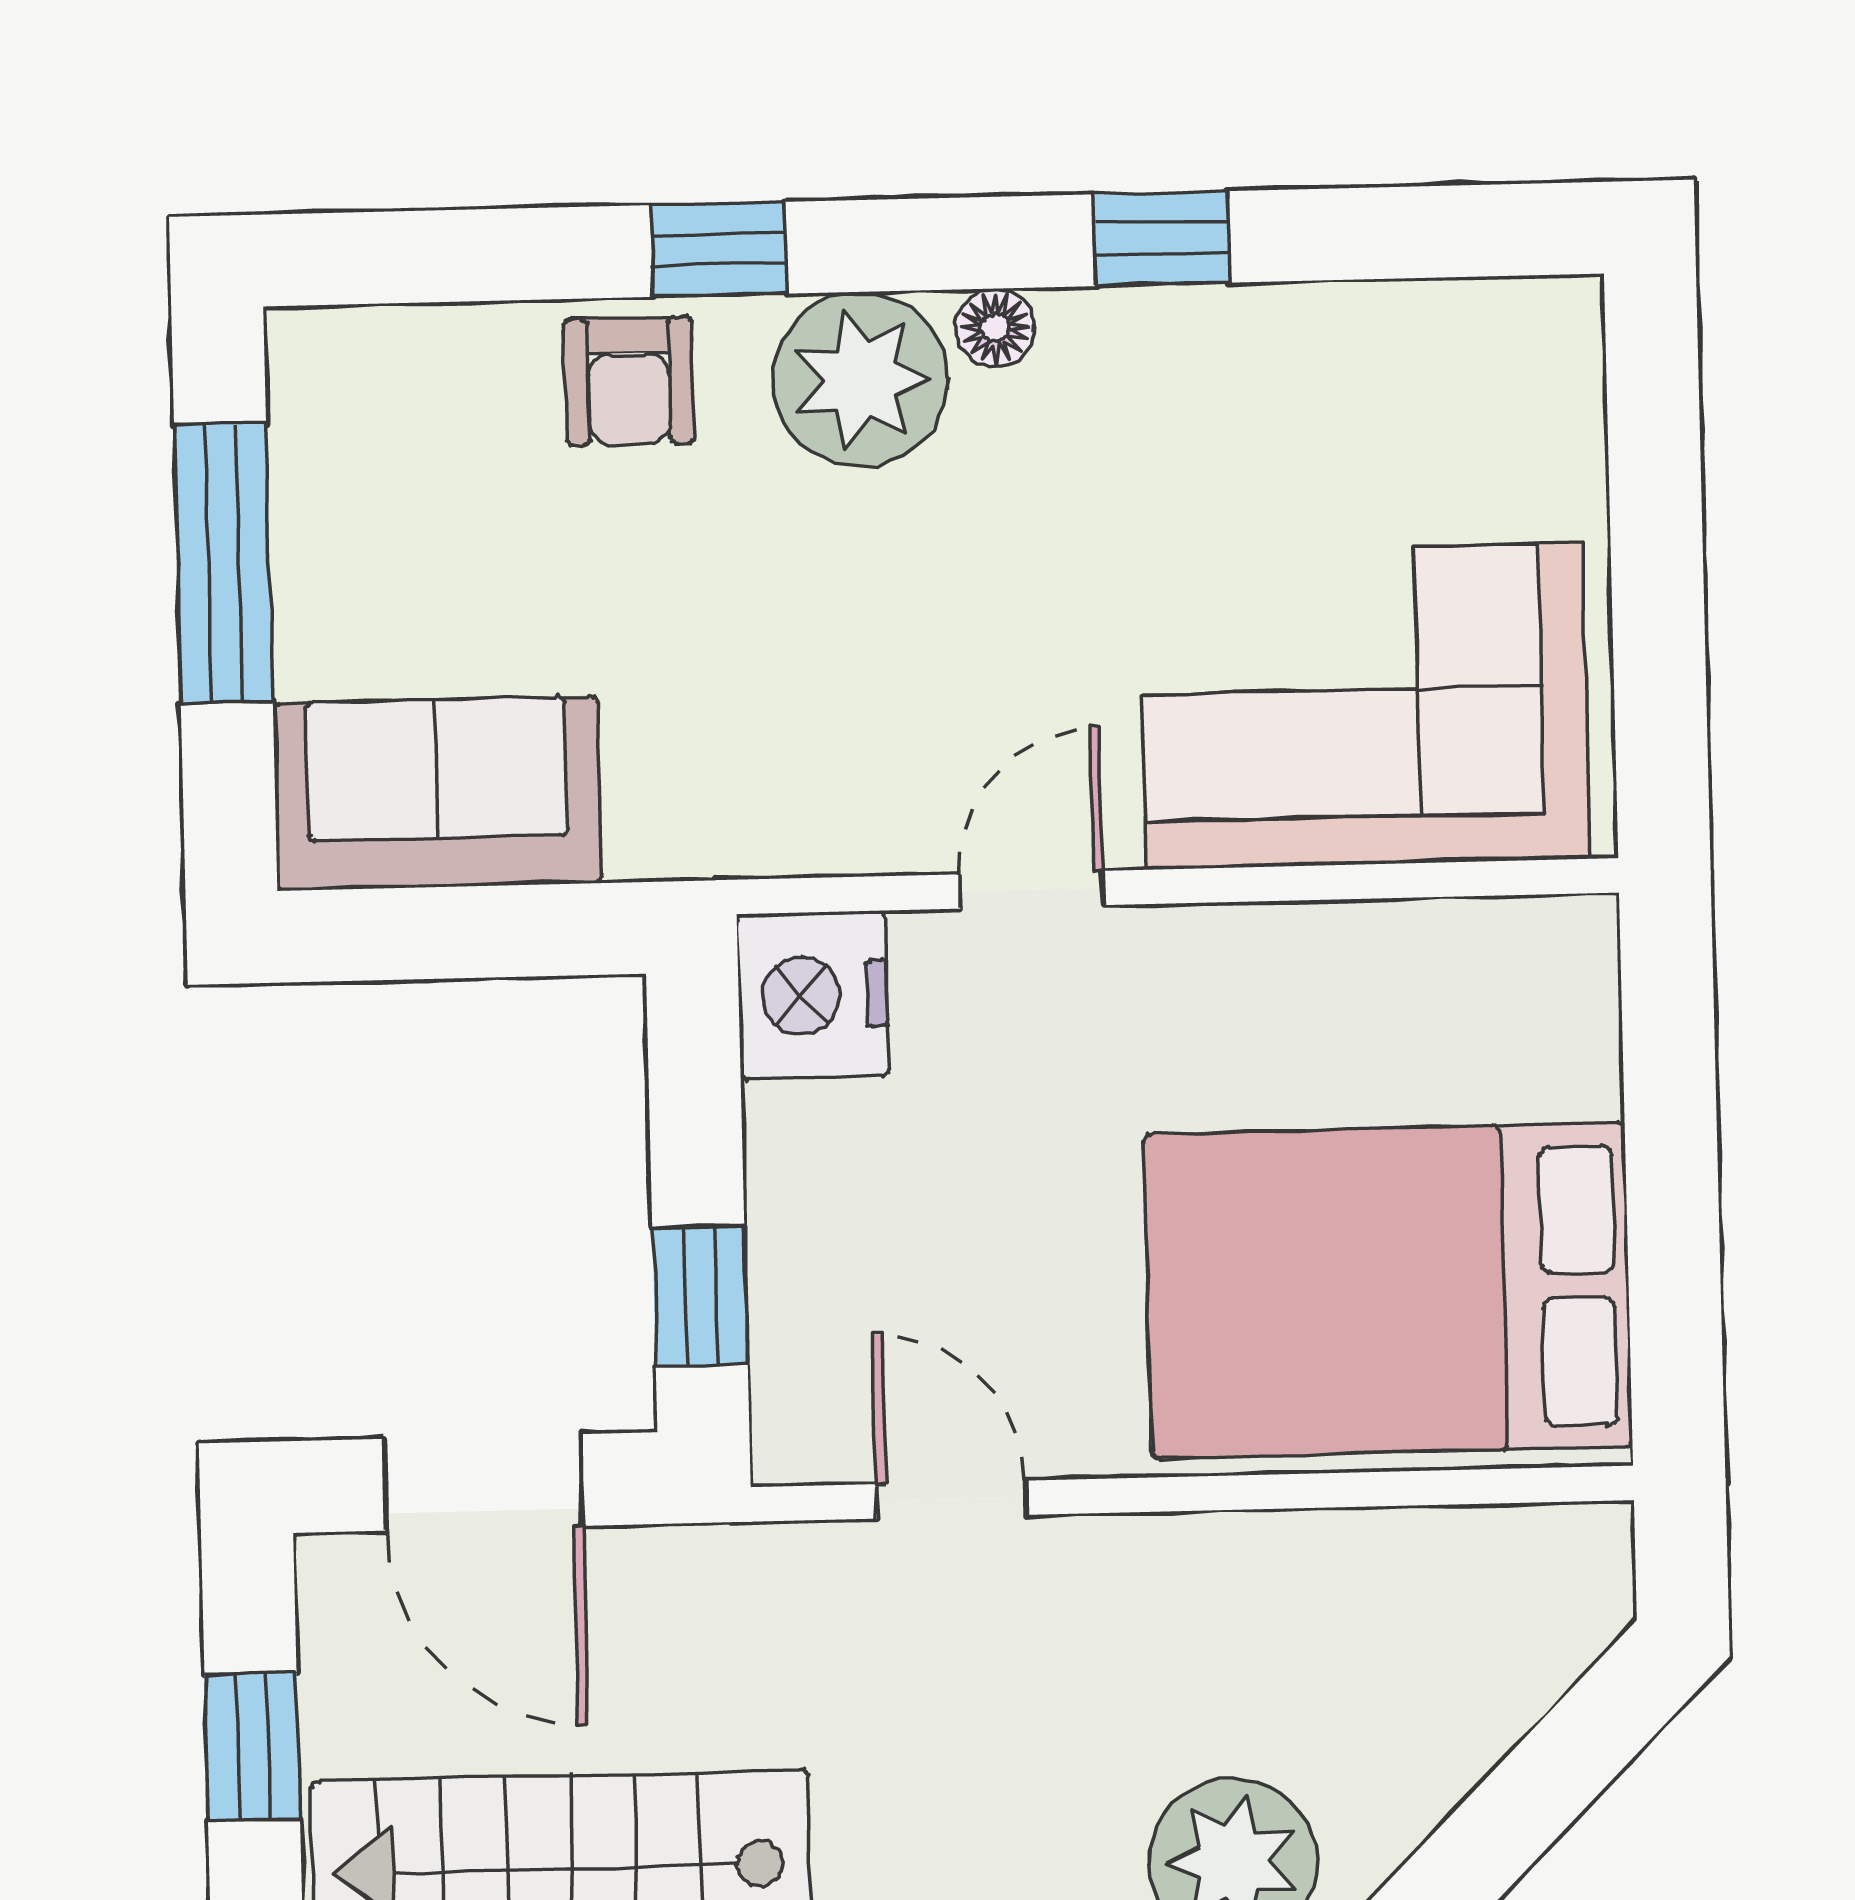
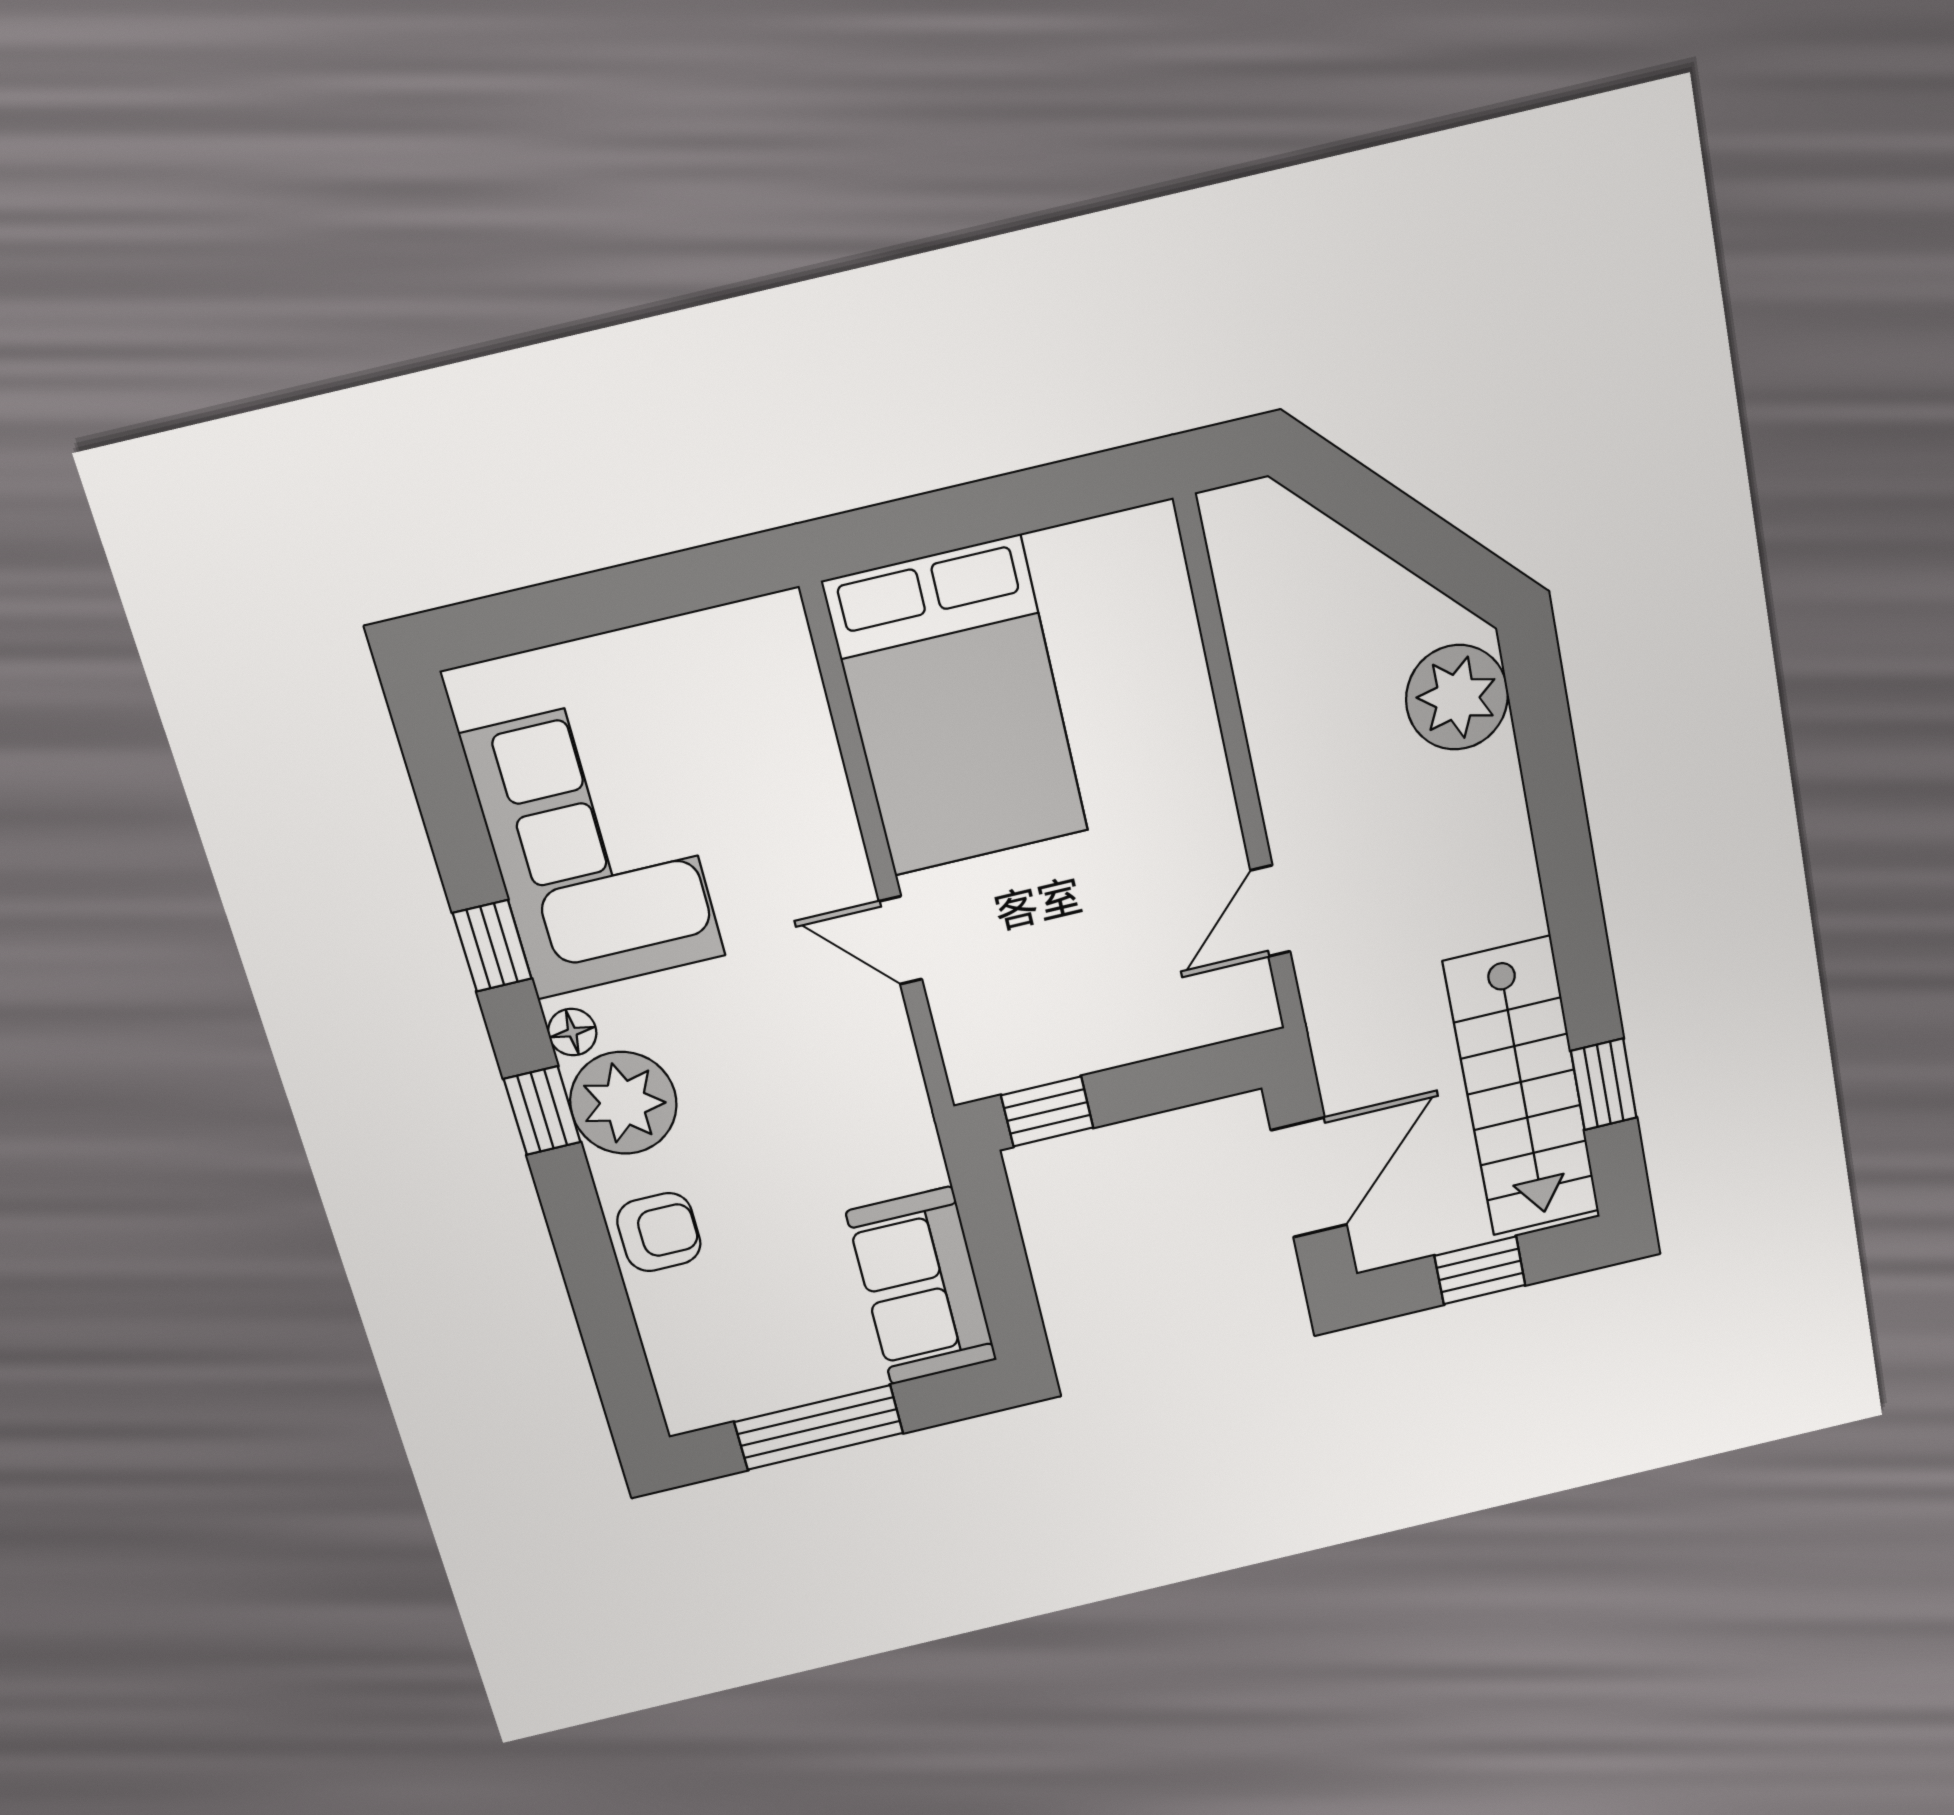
window: (719, 249) -> (542, 1111), moved
corner sofa: (1364, 706) -> (594, 846), moved, turned 180
nightstand: (813, 995) -> (991, 1053), removed
bed: (1389, 1291) -> (957, 707), moved
window: (700, 1296) -> (1047, 1111), moved

